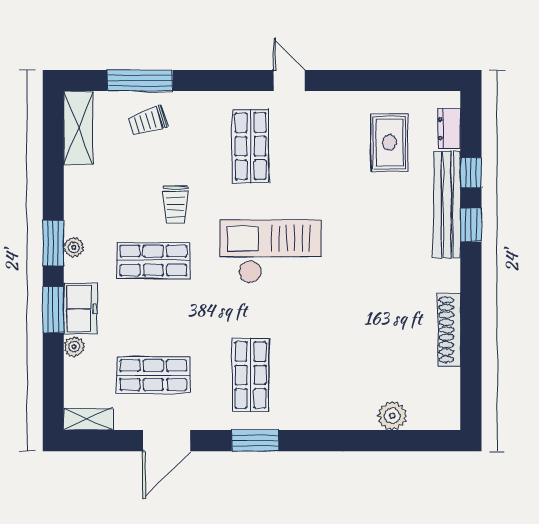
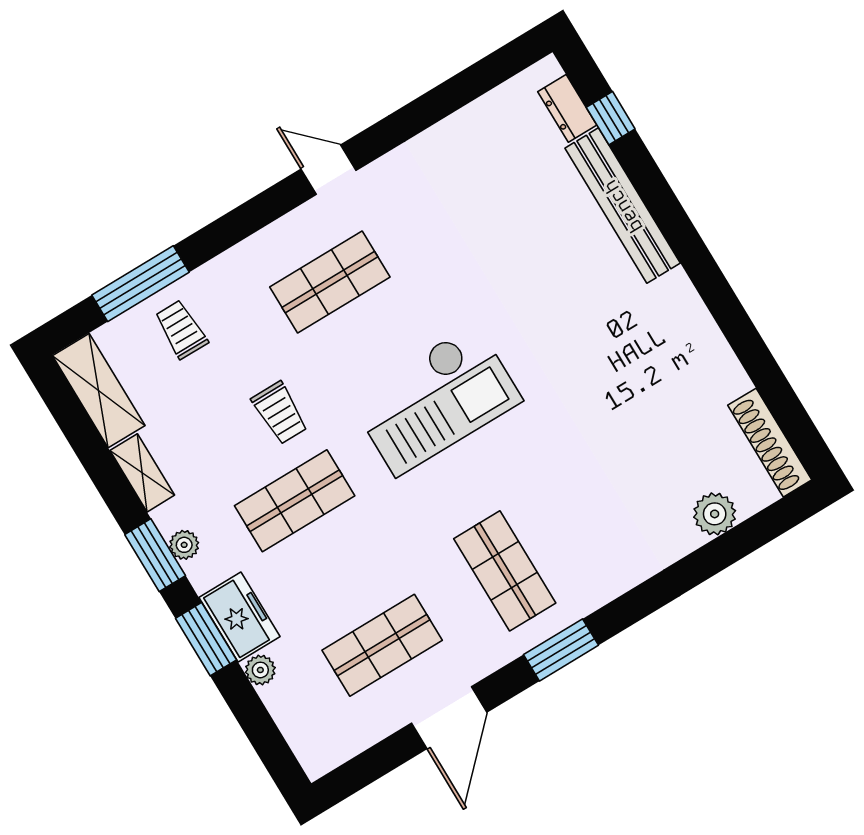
trolley: (148, 121) -> (181, 329), turned 108
rug: (389, 143) -> (502, 171), removed
shop shelf: (251, 146) -> (330, 282), turned 90
window: (471, 173) -> (611, 118), moved
window: (471, 225) -> (668, 213), removed
checkout: (271, 251) -> (436, 400), turned 180
shoe rack: (449, 330) -> (770, 443), moved
shelving: (88, 419) -> (142, 473), moved, turned 90

